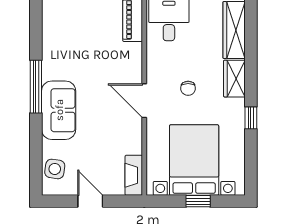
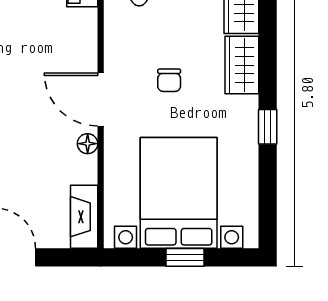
floor lamp: (136, 129) -> (88, 144), added

